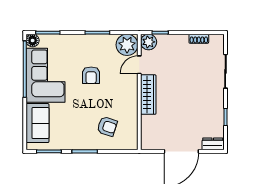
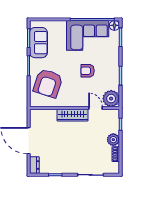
plant: (149, 42) -> (113, 140), moved
sofa: (37, 123) -> (38, 43), moved, turned -90
armchair: (107, 126) -> (48, 83), width x1.88, depth x1.88

